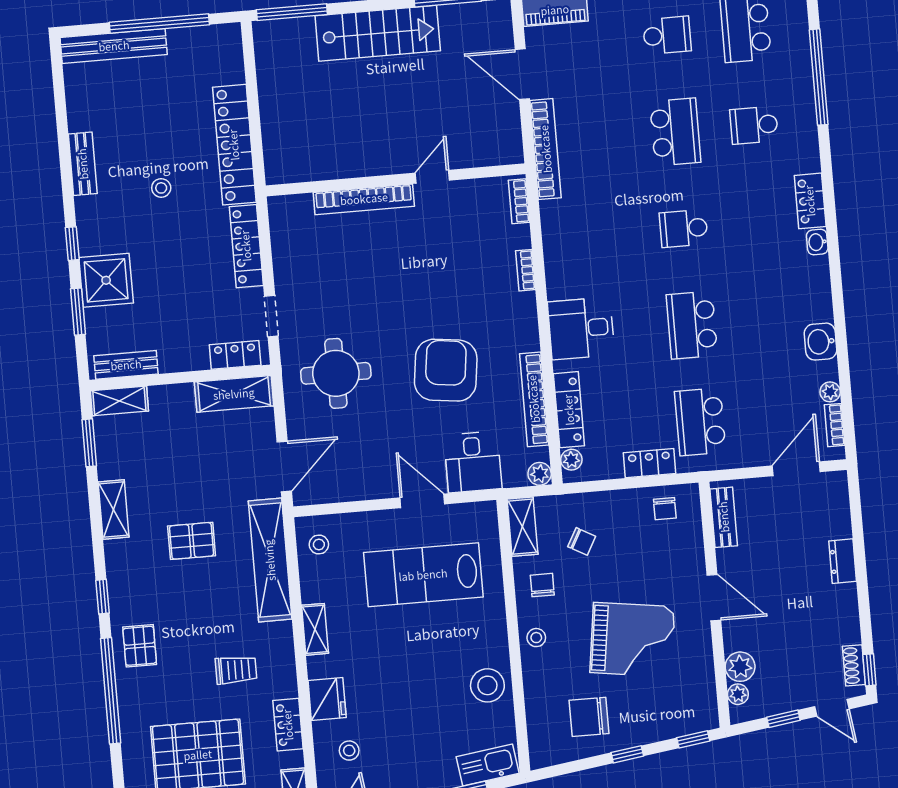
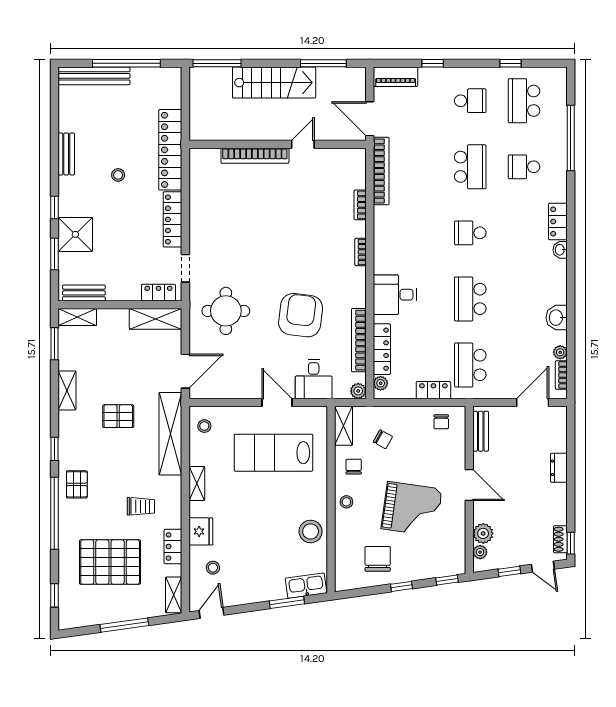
door: (432, 177) -> (303, 144), moved
wall: (396, 180) -> (278, 144), moved
bookcase: (364, 199) -> (255, 156), moved
chair: (589, 717) -> (378, 559), turned 90

